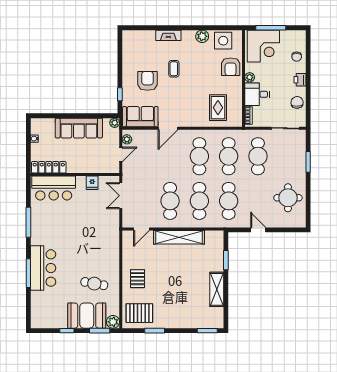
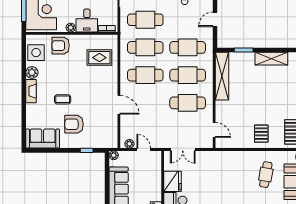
fireplace: (168, 35) -> (31, 91), moved
armchair: (231, 67) -> (61, 46), turned 180
sofa: (140, 117) -> (43, 139), moved, turned 90
fridge: (92, 183) -> (173, 181), width x1.88, depth x1.34
shelving: (179, 237) -> (222, 76), moved
pallet: (138, 279) -> (261, 134), turned 90

